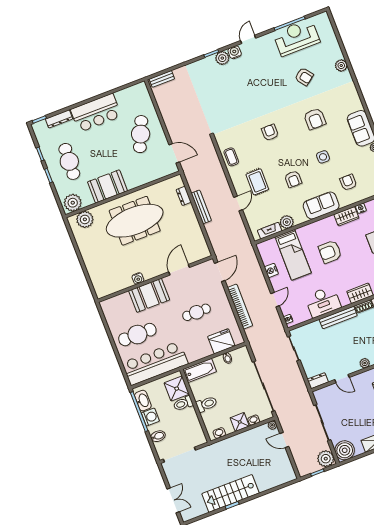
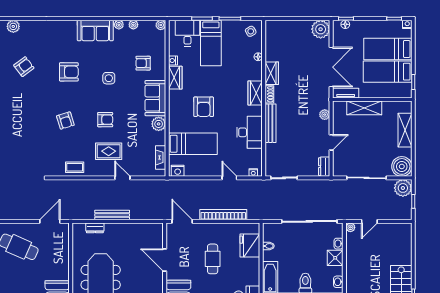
plant: (341, 66) -> (13, 26), moved
armchair: (270, 132) -> (65, 121), turned -107
armchair: (293, 179) -> (105, 120), moved
plant: (287, 222) -> (159, 124), moved
nightstand: (271, 270) -> (178, 171), moved

